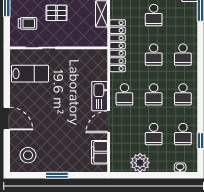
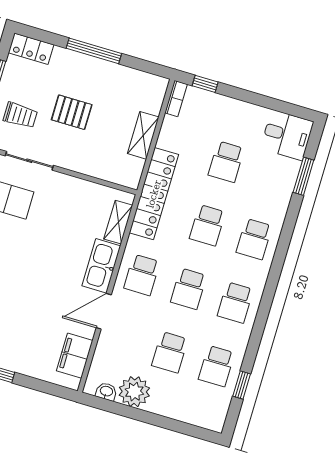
shelving: (102, 68) -> (118, 222), added
washbasin: (180, 167) -> (106, 392), moved

